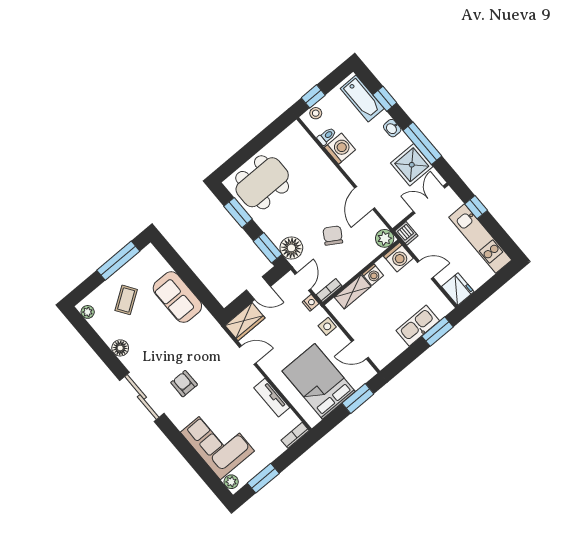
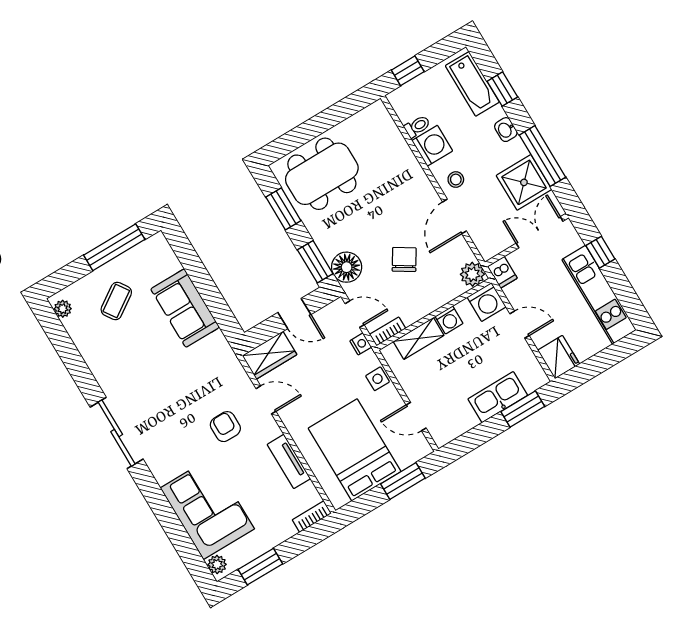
stool: (316, 113) -> (456, 179), moved
door: (303, 282) -> (355, 314), hinge flipped
floor lamp: (120, 348) -> (98, 363), removed
armchair: (184, 384) -> (225, 427), moved

